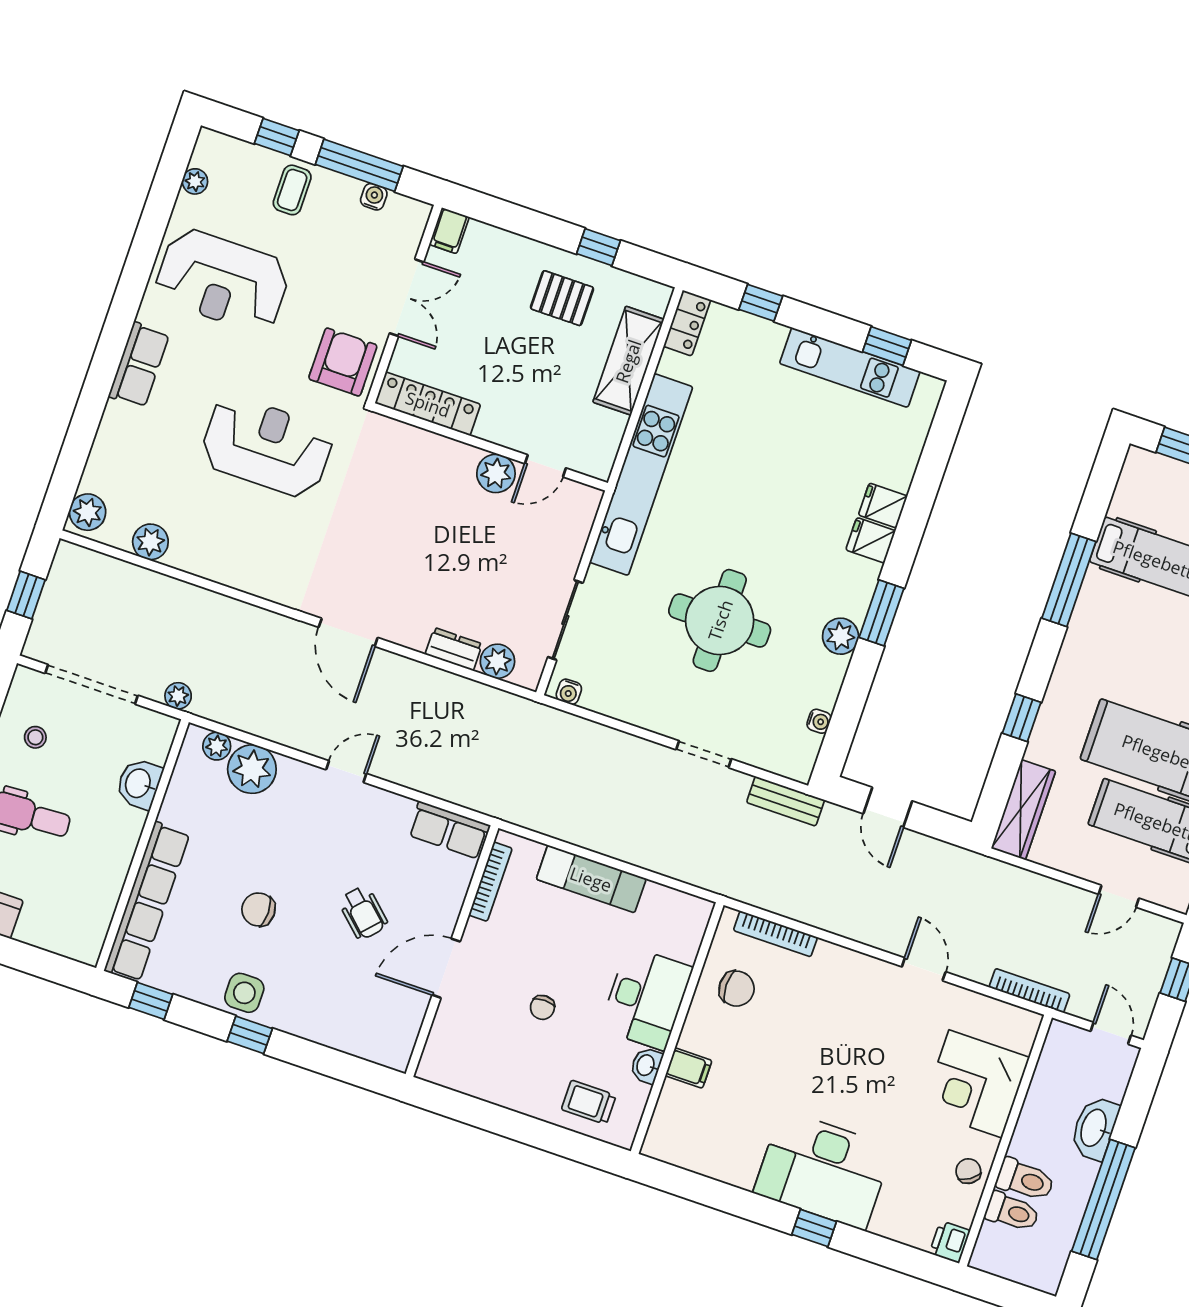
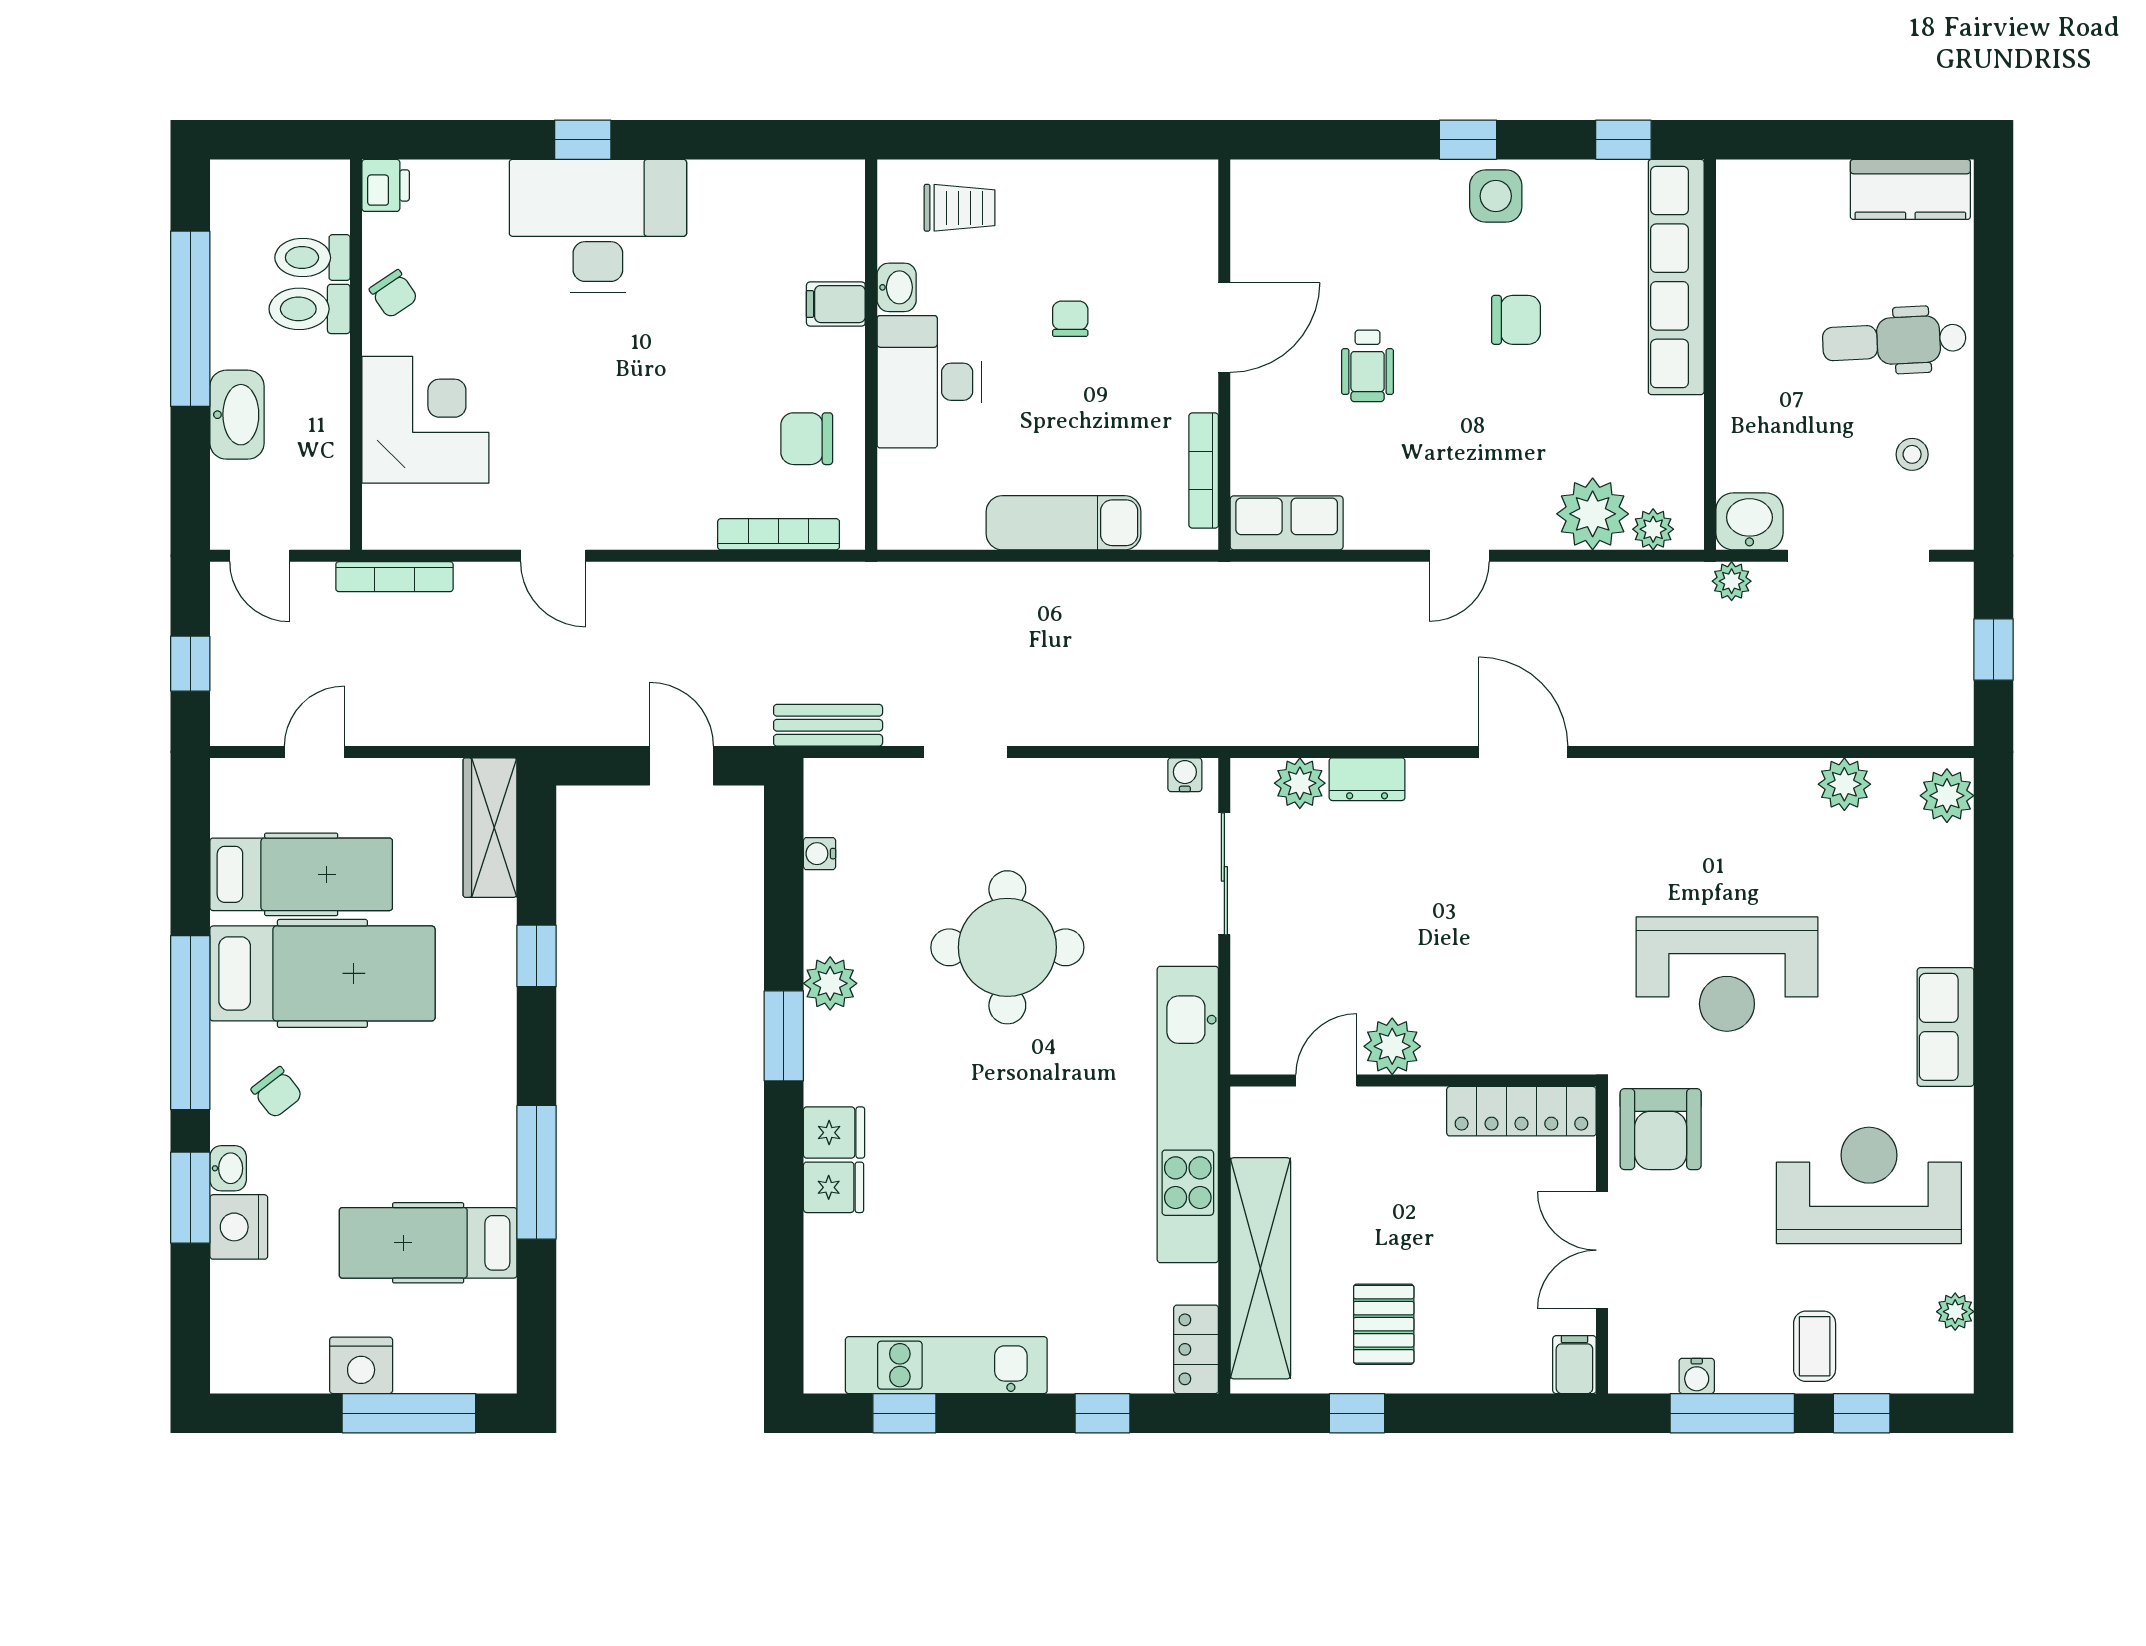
pallet: (562, 298) -> (1384, 1324), turned 90
shelving: (628, 361) -> (1260, 1268), width x1.47
washbasin: (139, 784) -> (1749, 521), moved, turned -90
wheelchair: (363, 913) -> (1368, 366), turned -133

